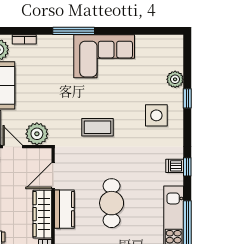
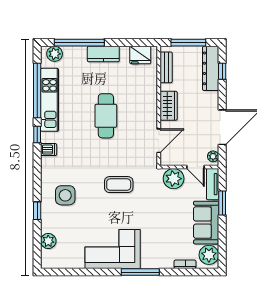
plant: (175, 79) -> (48, 241), moved
window: (187, 167) -> (37, 135), moved
kitchen counter: (64, 209) -> (149, 110), removed
wardrobe: (42, 214) -> (169, 106), width x0.67

